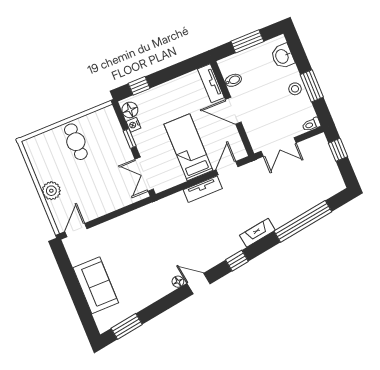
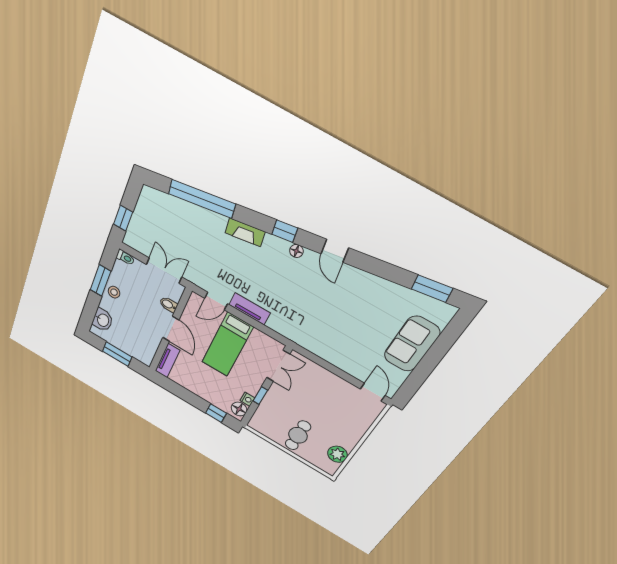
bidet: (233, 80) -> (169, 305), moved
plant: (51, 191) -> (337, 454), moved
door: (76, 230) -> (373, 392), swing flipped
floor lamp: (178, 282) -> (296, 251), moved

